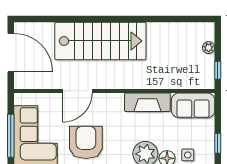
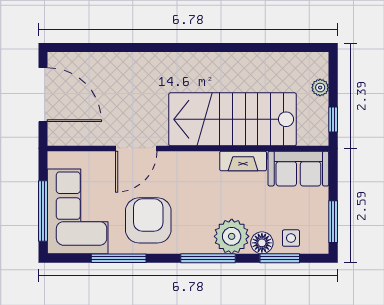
stairs: (100, 41) -> (232, 119), moved, turned 180
fireplace: (147, 102) -> (243, 161), width x0.73, depth x0.76
window: (218, 143) -> (333, 222), width x1.50

